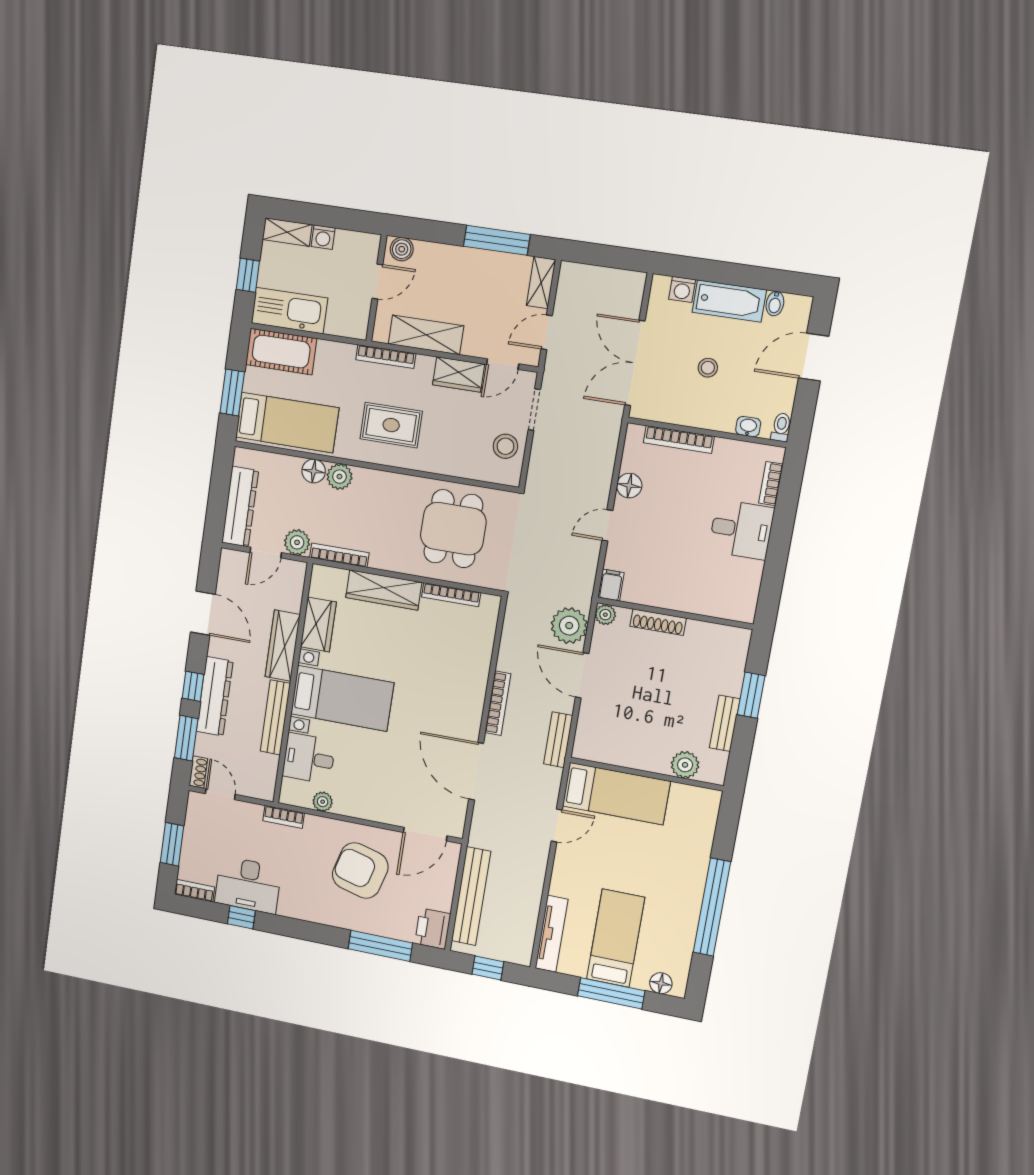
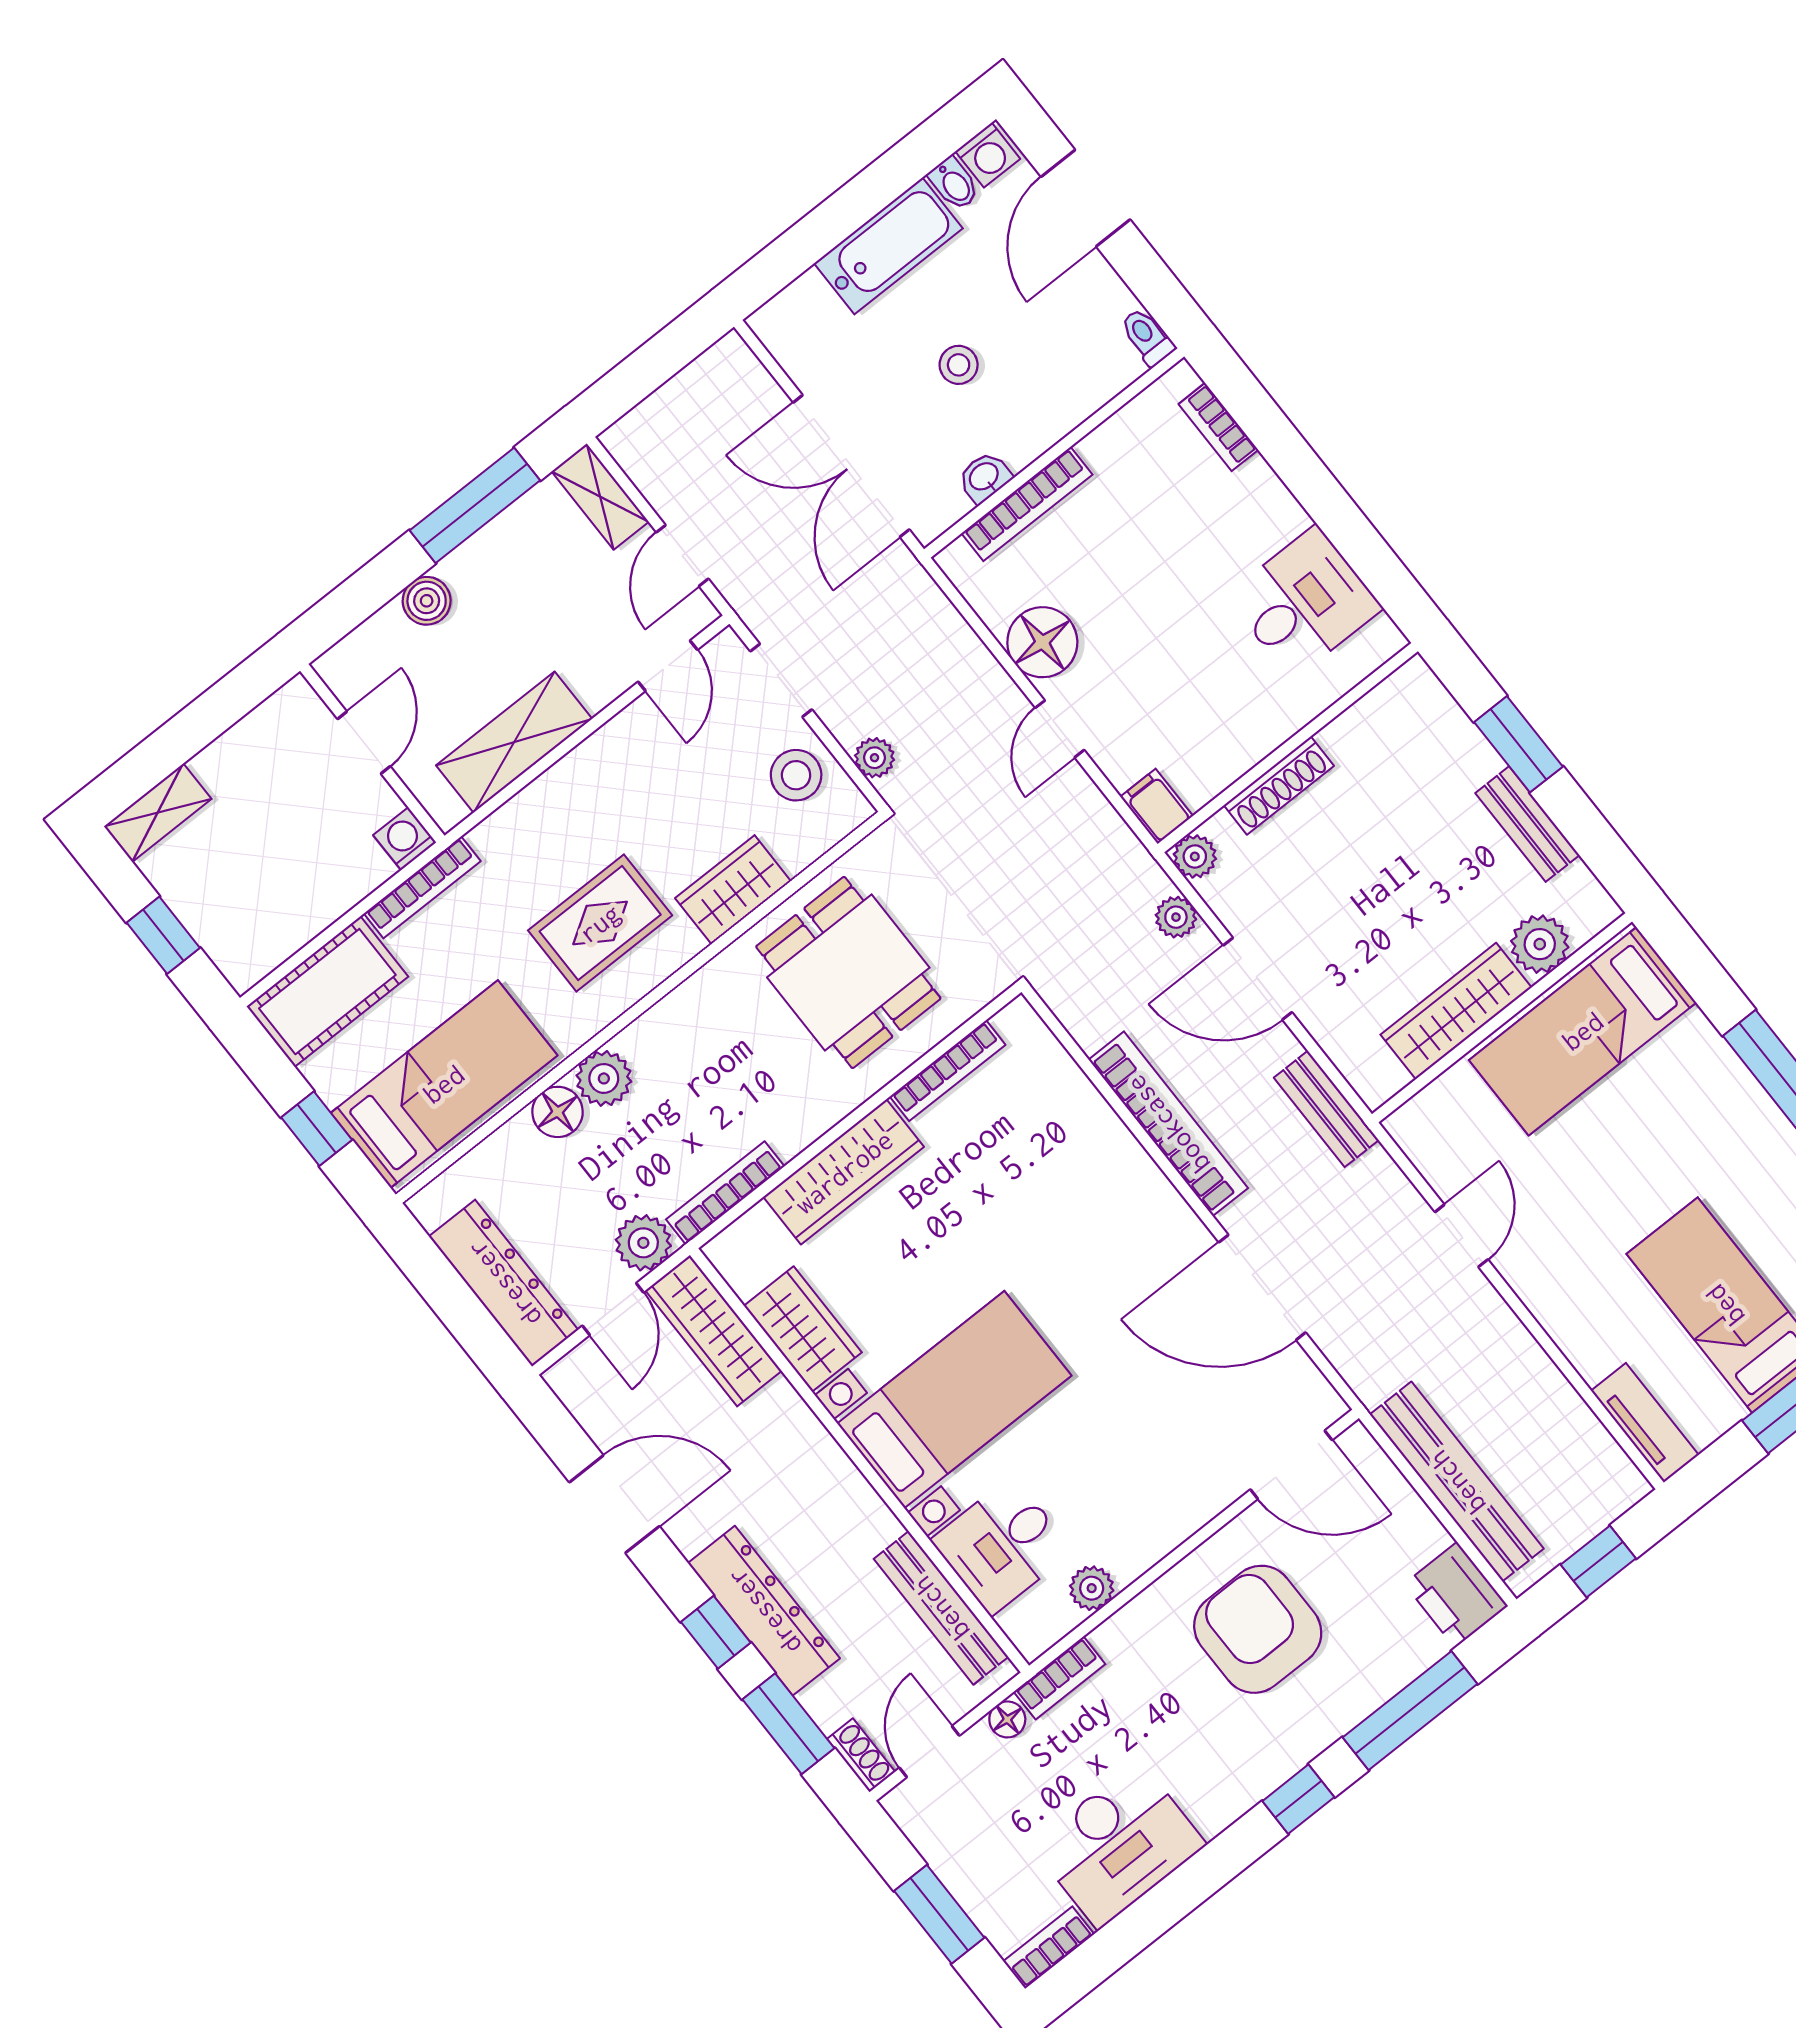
washing machine: (323, 237) -> (405, 839), moved, turned 180
boiler: (402, 249) -> (427, 601), moved
washing machine: (682, 289) -> (988, 155), moved
kitchen sink: (289, 311) -> (278, 920), removed
bookcase: (386, 357) -> (422, 887), moved
wardrobe: (459, 375) -> (733, 890), moved, turned 180
window: (232, 392) -> (317, 1129), width x0.67
washbasin: (748, 427) -> (984, 477), moved
plant: (537, 469) -> (875, 758), added
floor lamp: (629, 486) -> (1042, 642), width x1.38, depth x1.38
desk: (741, 530) -> (1304, 602), moved
plant: (569, 626) -> (1176, 917), width x0.53, depth x0.53
wardrobe: (283, 646) -> (713, 1331), moved
bookcase: (498, 703) -> (1168, 1124), width x1.48, depth x1.31
bench: (275, 717) -> (941, 1608), moved
wardrobe: (634, 756) -> (1456, 1011), added
door: (220, 794) -> (929, 1752), hinge flipped
bed: (616, 794) -> (1583, 1031), moved, turned 180
floor lamp: (254, 811) -> (1007, 1719), added
door: (425, 834) -> (1291, 1465), hinge flipped
armchair: (360, 870) -> (1258, 1629), turned 75
window: (241, 917) -> (1298, 1799), moved
tv unit: (551, 934) -> (1645, 1423), width x0.71

